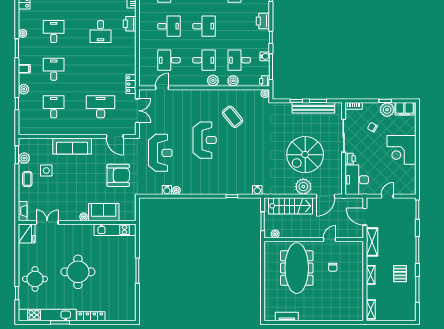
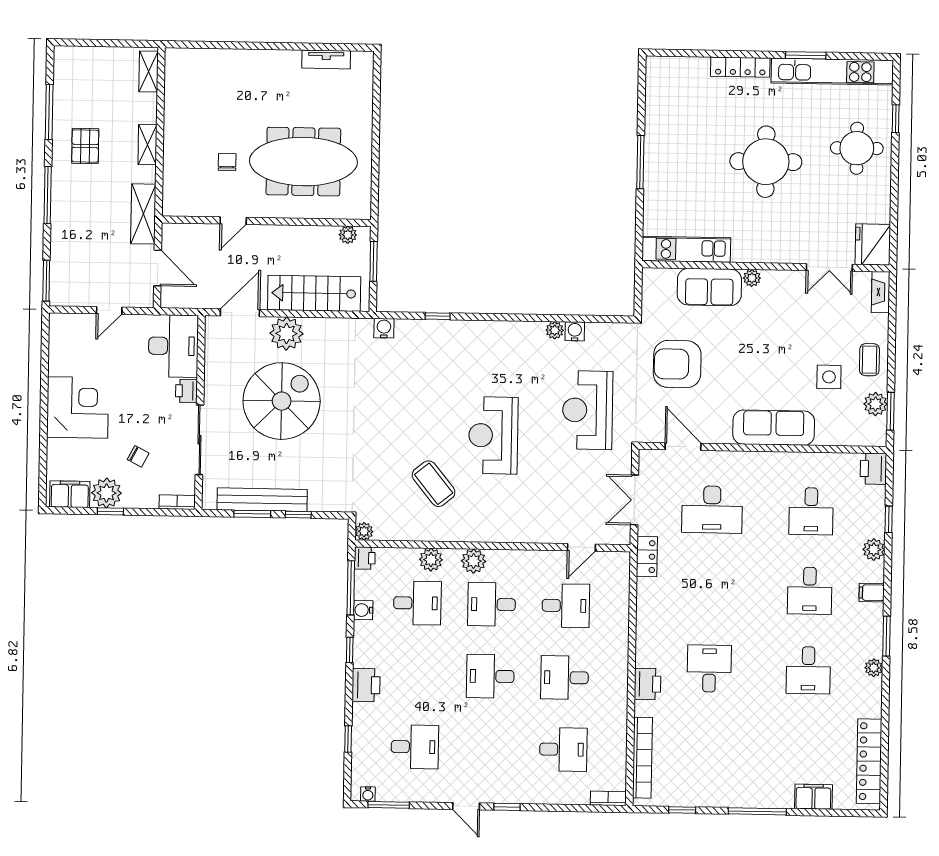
printer: (25, 127) -> (873, 469), added
meeting table: (297, 268) -> (303, 162), turned 90

